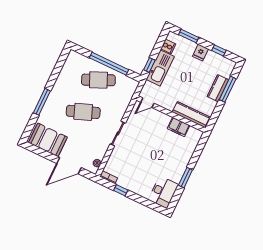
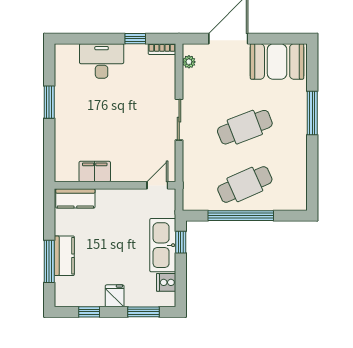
kitchen counter: (191, 115) -> (75, 198), width x0.67
desk: (163, 192) -> (102, 61), moved, turned 90

